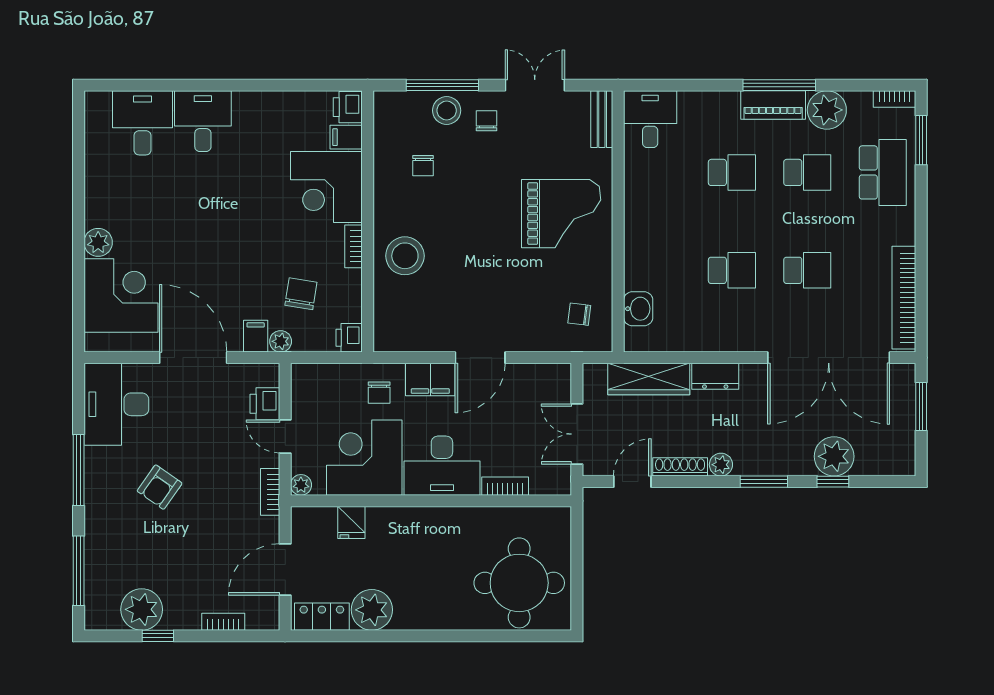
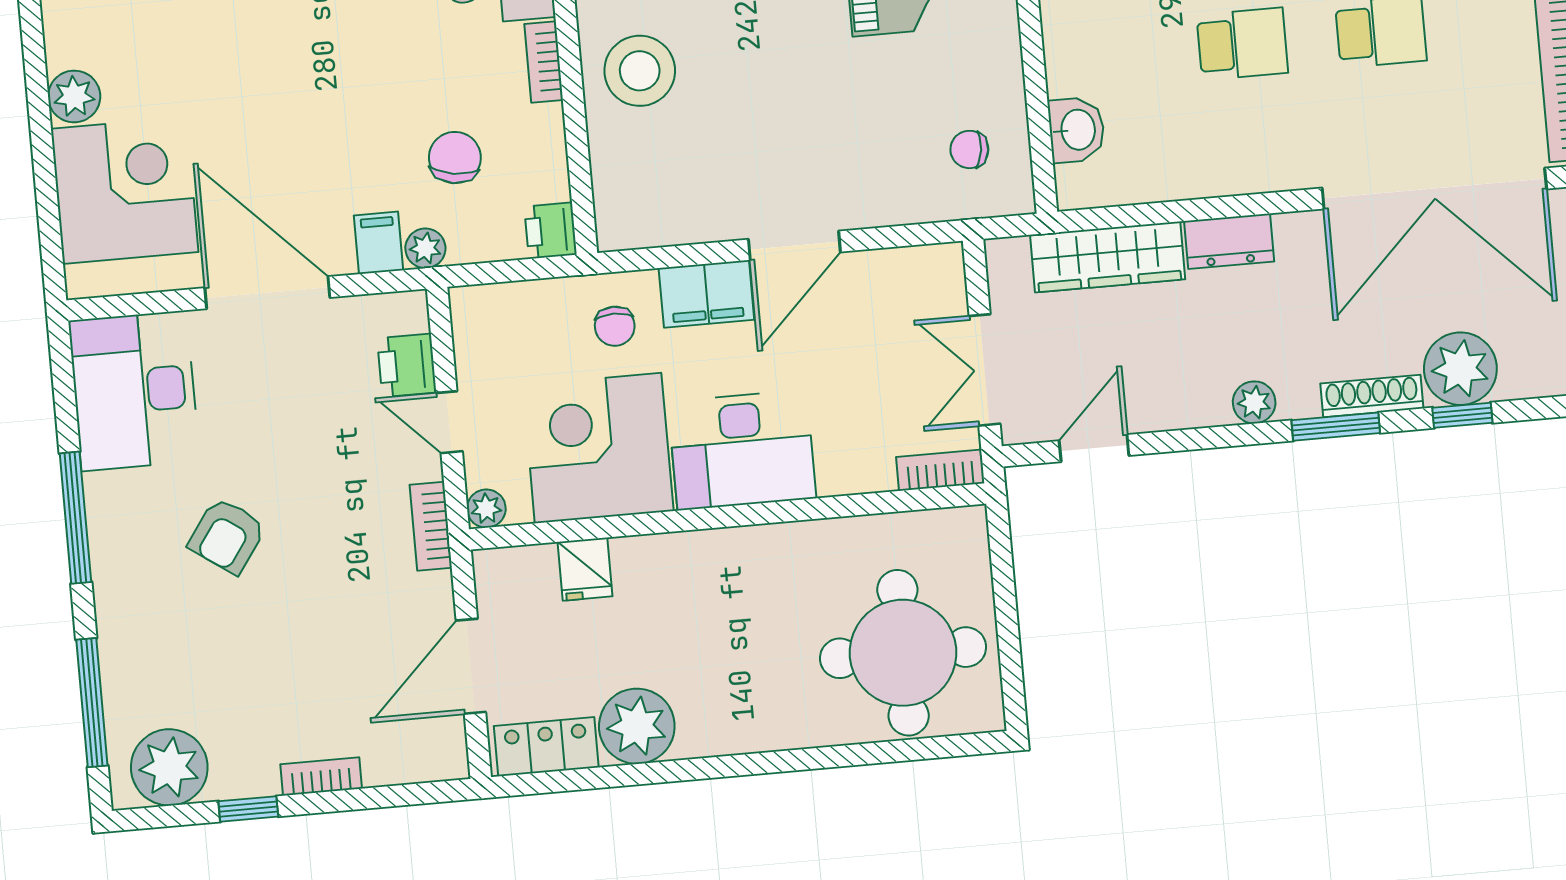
shoe rack: (680, 467) -> (1372, 396), moved
bookcase: (505, 486) -> (940, 470), moved
plant: (142, 609) -> (169, 767), moved
bookcase: (223, 622) -> (321, 776), moved

